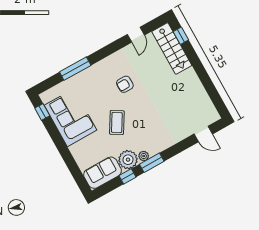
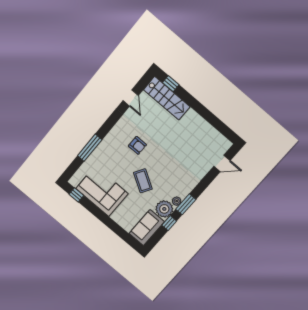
armchair: (125, 84) -> (137, 145), turned -90

